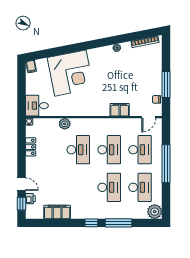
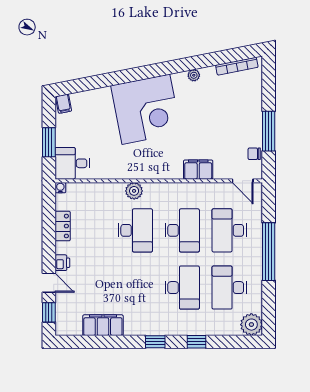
corner desk: (70, 73) -> (146, 109), moved
window: (22, 92) -> (49, 142), added
door: (149, 117) -> (243, 181), hinge flipped
plant: (65, 124) -> (134, 191), moved
desk: (140, 150) -> (229, 230), turned 180
desk: (140, 187) -> (229, 288), turned 180
printer: (30, 199) -> (62, 263), moved
window: (119, 223) -> (196, 342), width x0.46

